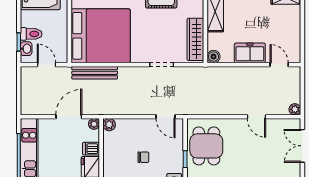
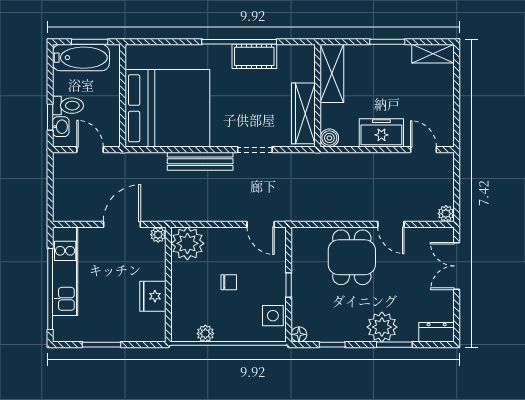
bench: (95, 73) -> (200, 161), moved
plant: (109, 125) -> (187, 243), width x1.87, depth x1.87
dining table: (206, 146) -> (352, 257), moved
dishwasher: (91, 149) -> (154, 270), removed

